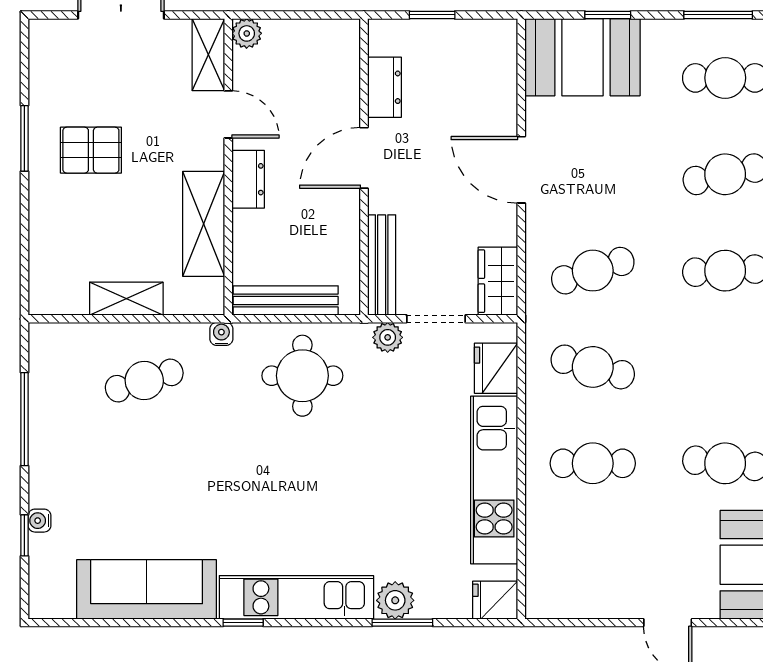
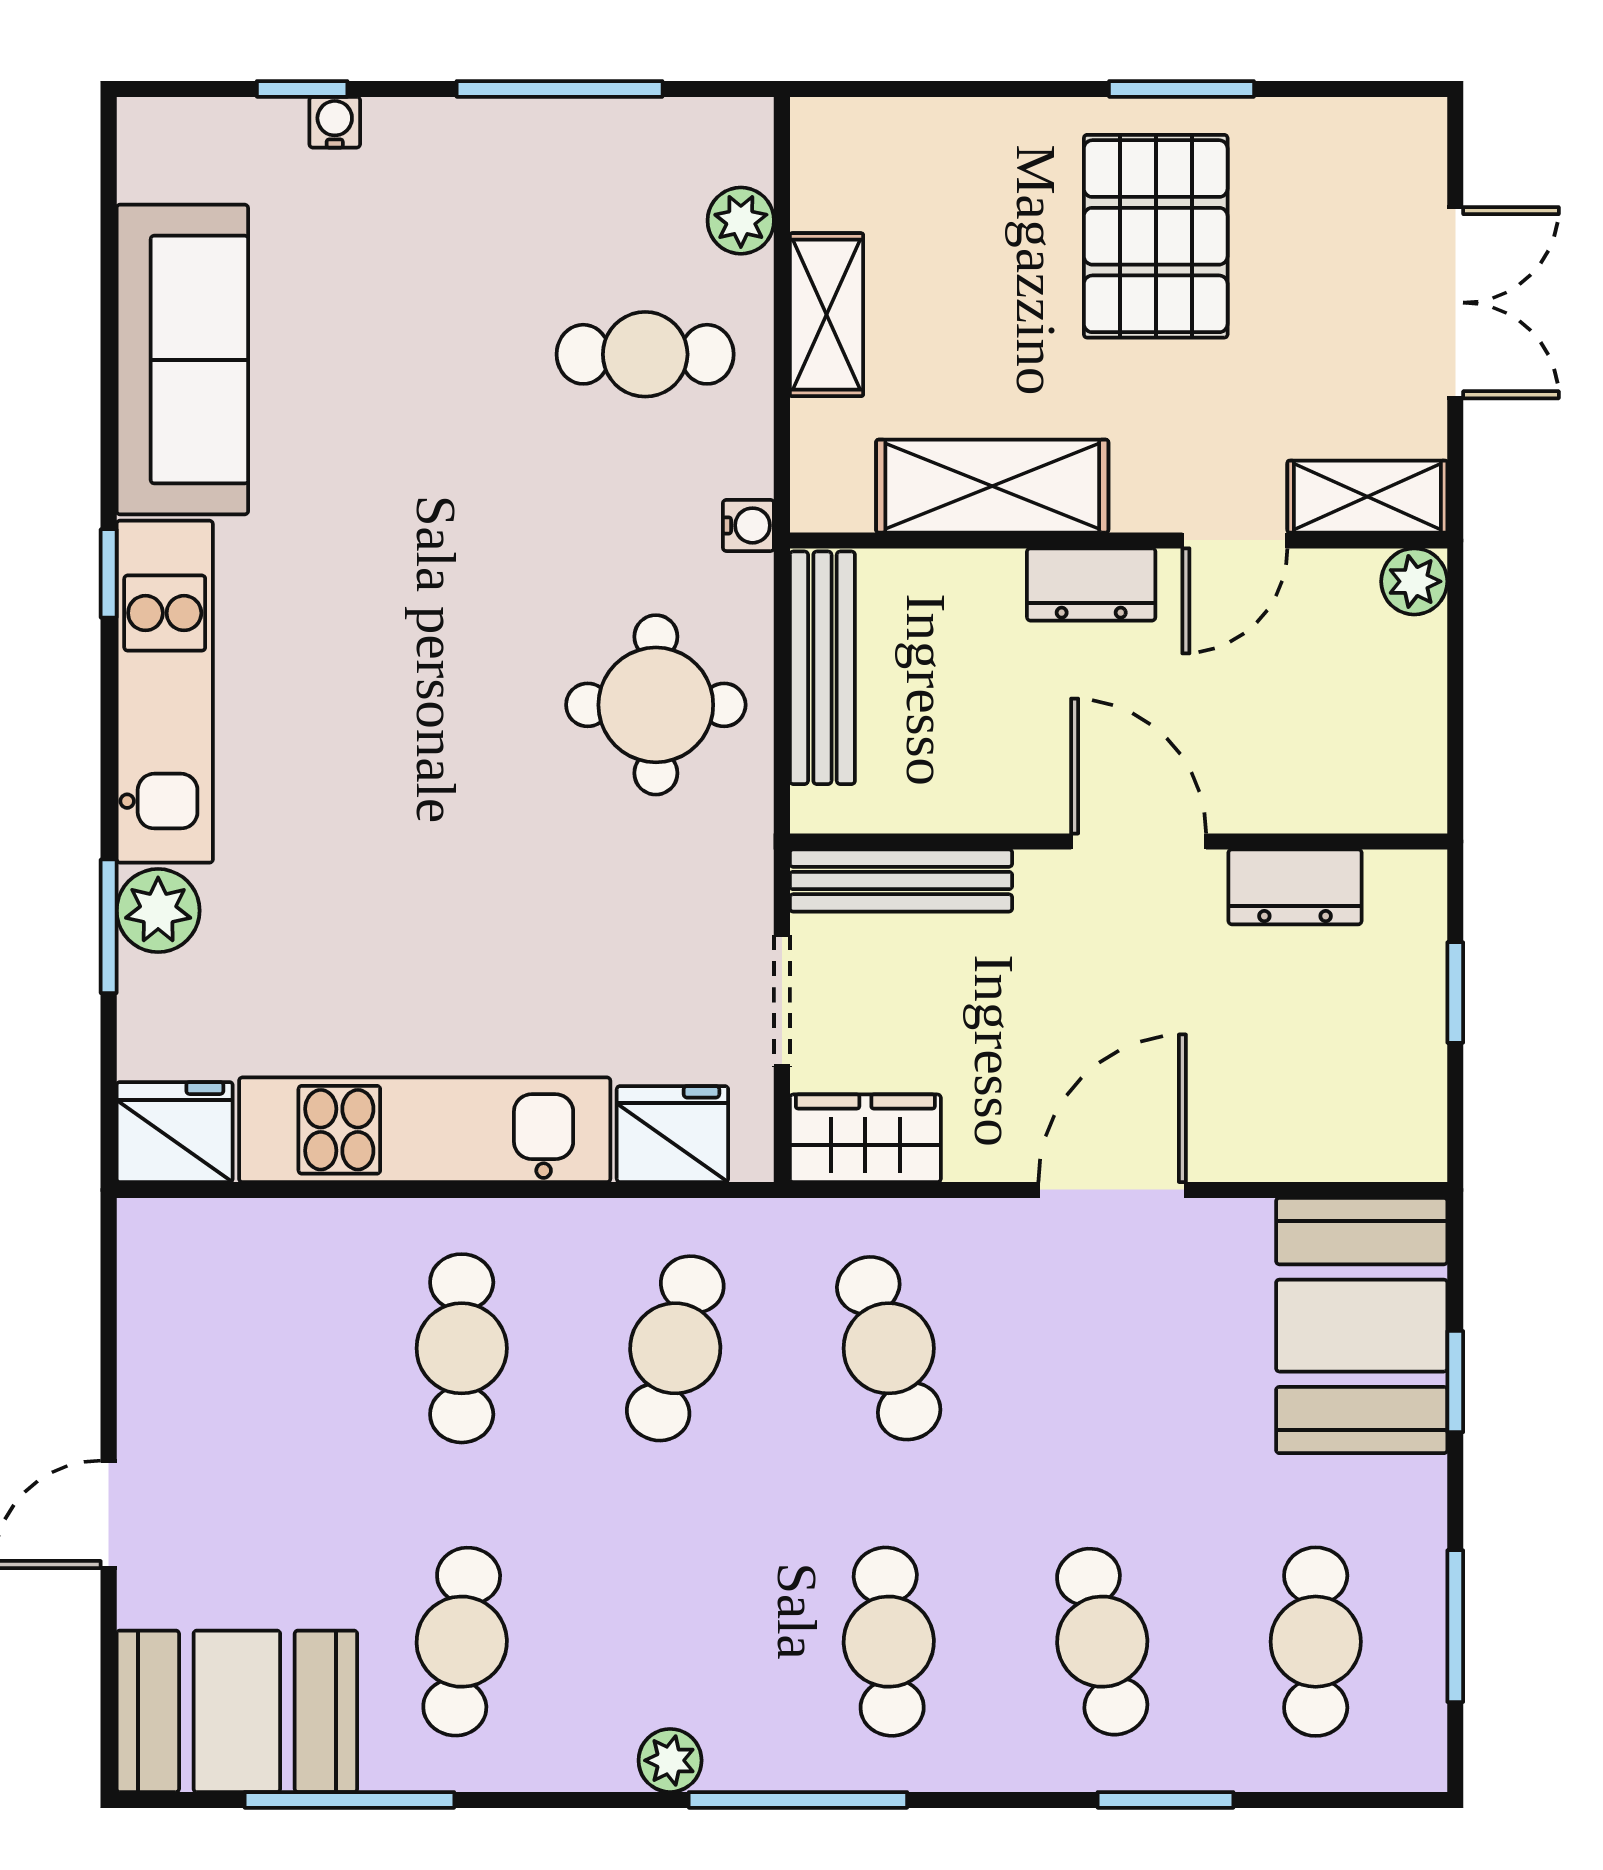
pallet: (91, 150) -> (1156, 236), width x1.50, depth x1.42
plant: (388, 337) -> (741, 221), moved
cafe table: (144, 381) -> (645, 354), turned -73
fridge: (495, 600) -> (175, 1132), width x1.38

